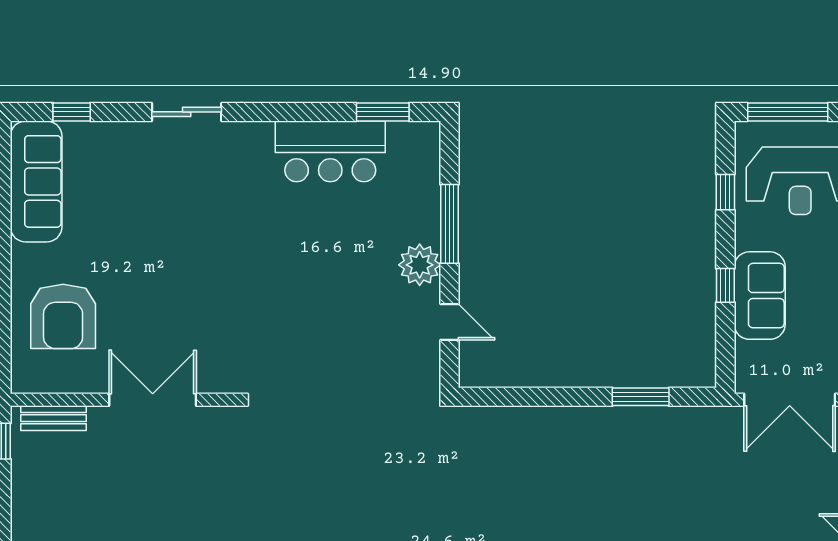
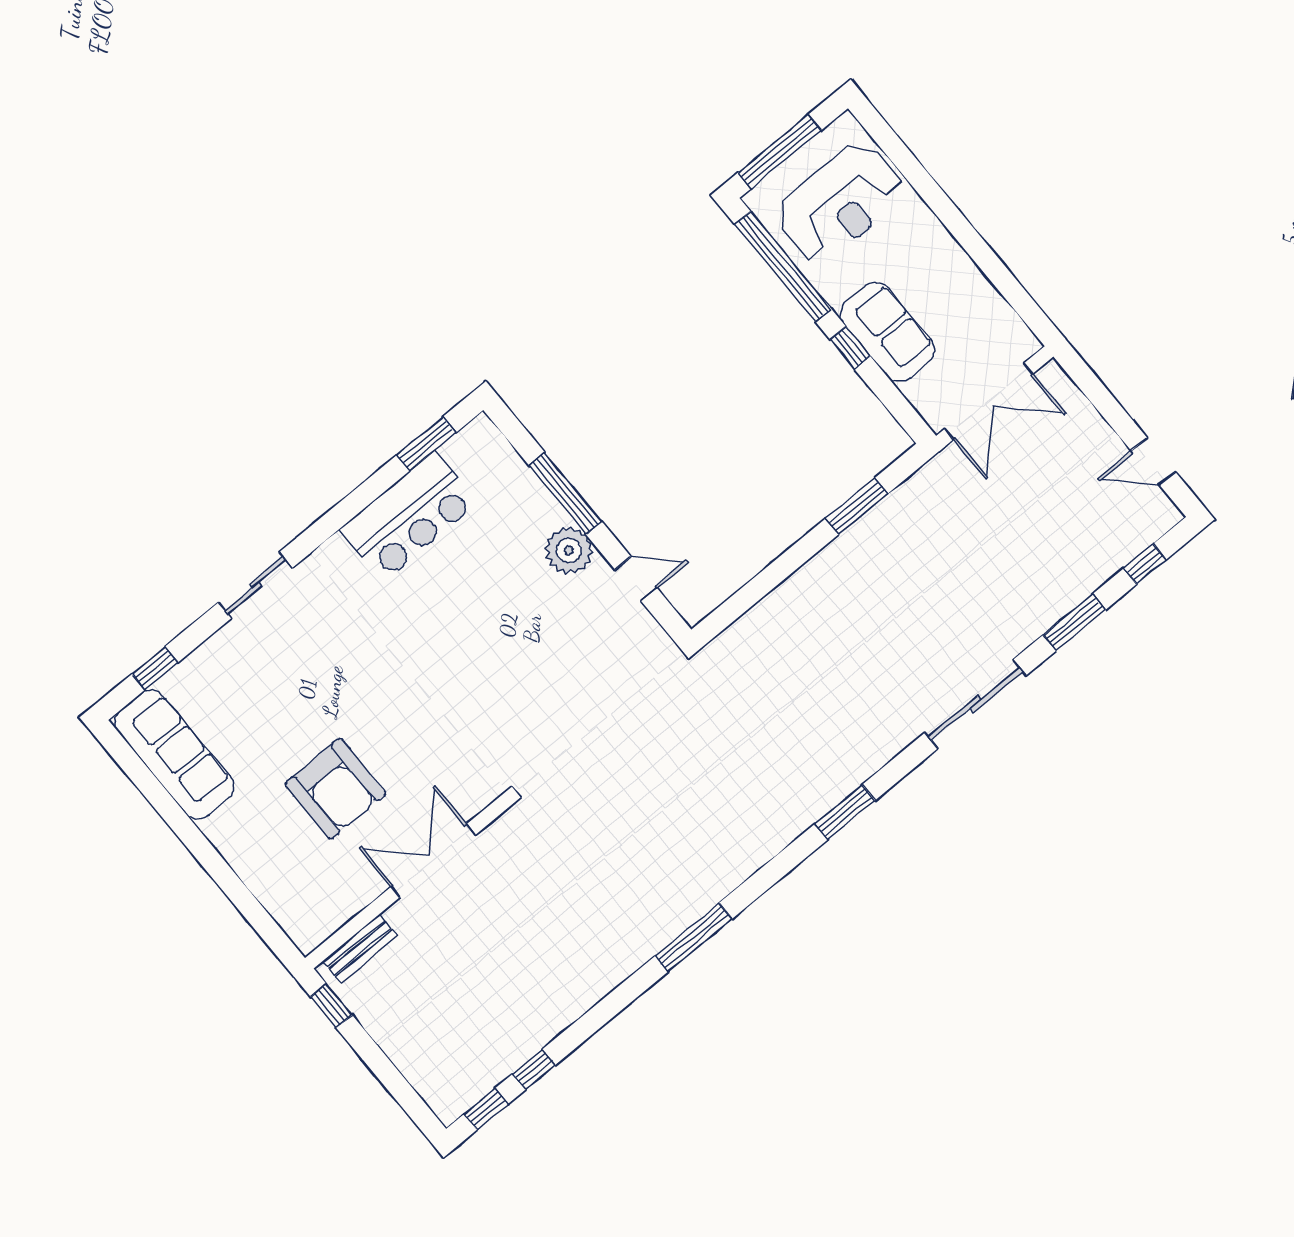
window: (725, 192) -> (783, 266), width x3.17
armchair: (63, 316) -> (335, 789), moved

